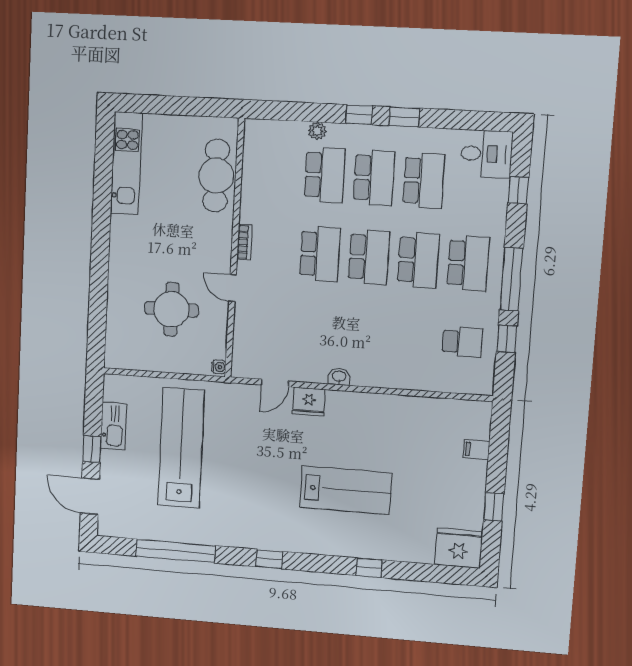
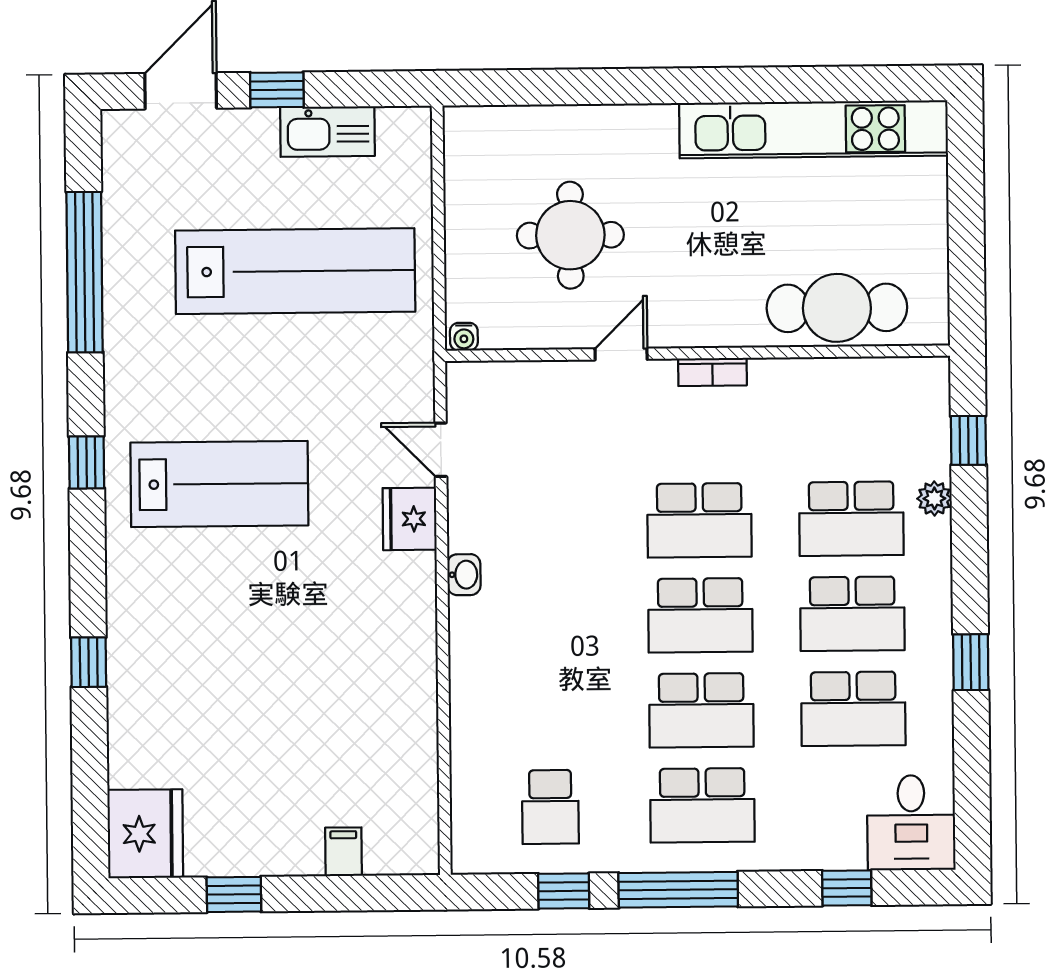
window: (359, 115) -> (968, 440), moved
kitchen unit: (126, 163) -> (814, 129), width x1.36
lab bench: (346, 490) -> (219, 484), moved, turned -90

